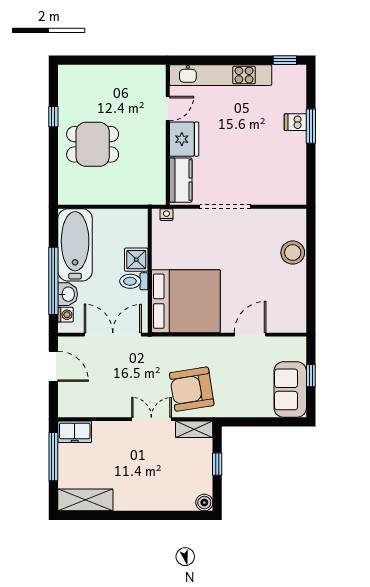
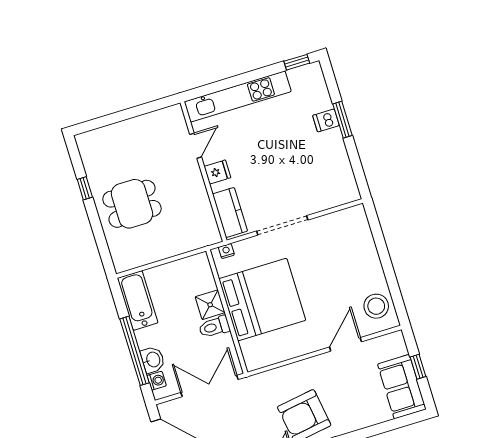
fridge: (184, 139) -> (217, 172), width x0.53, depth x0.75
bathtub: (75, 245) -> (138, 300), width x0.73, depth x0.73
stool: (293, 253) -> (376, 306), moved
bed: (186, 301) -> (262, 300), moved

